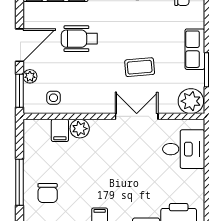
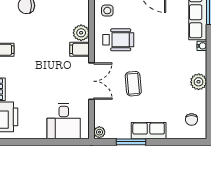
wheelchair: (79, 39) -> (118, 40), moved, turned 90
plant: (191, 101) -> (99, 132), width x0.53, depth x0.53
filing cabinet: (60, 130) -> (80, 49), moved

